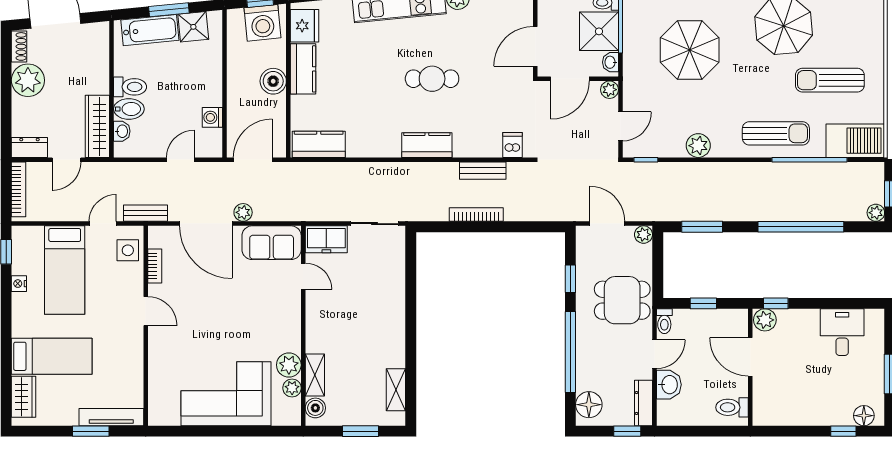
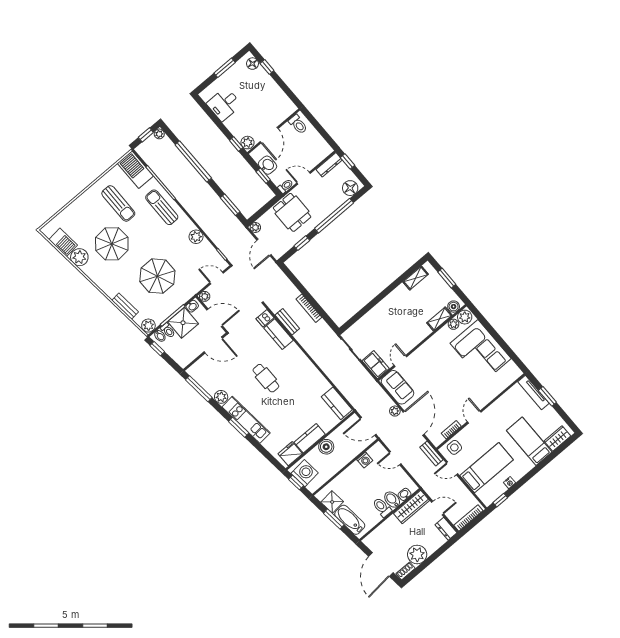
kitchen counter: (427, 145) -> (279, 334), moved
plant: (289, 365) -> (465, 317), moved
washbasin: (669, 385) -> (267, 165), moved, turned 90

